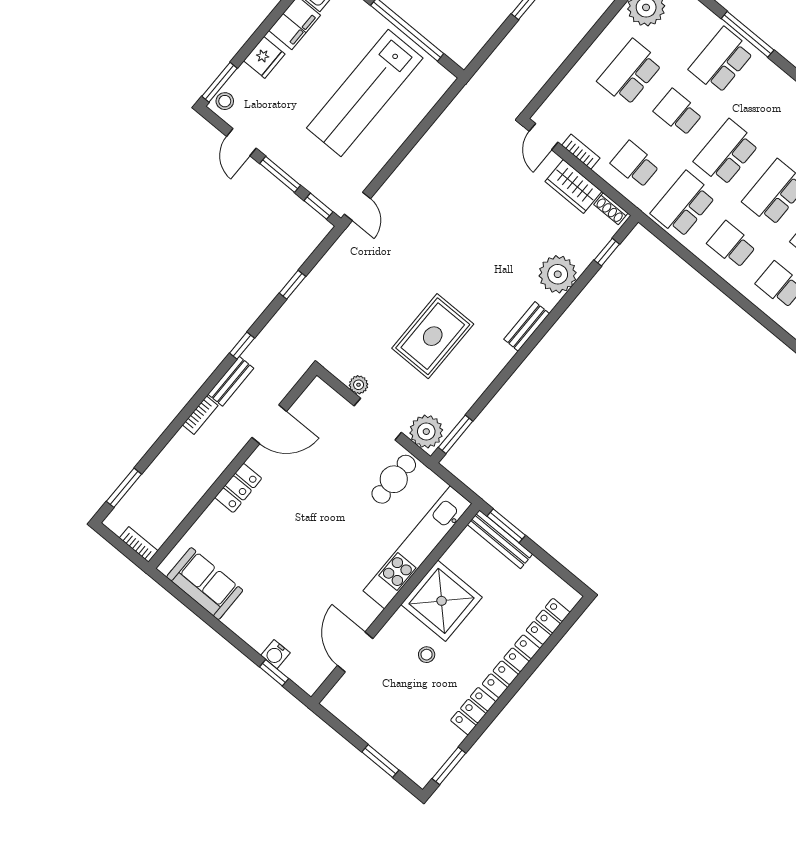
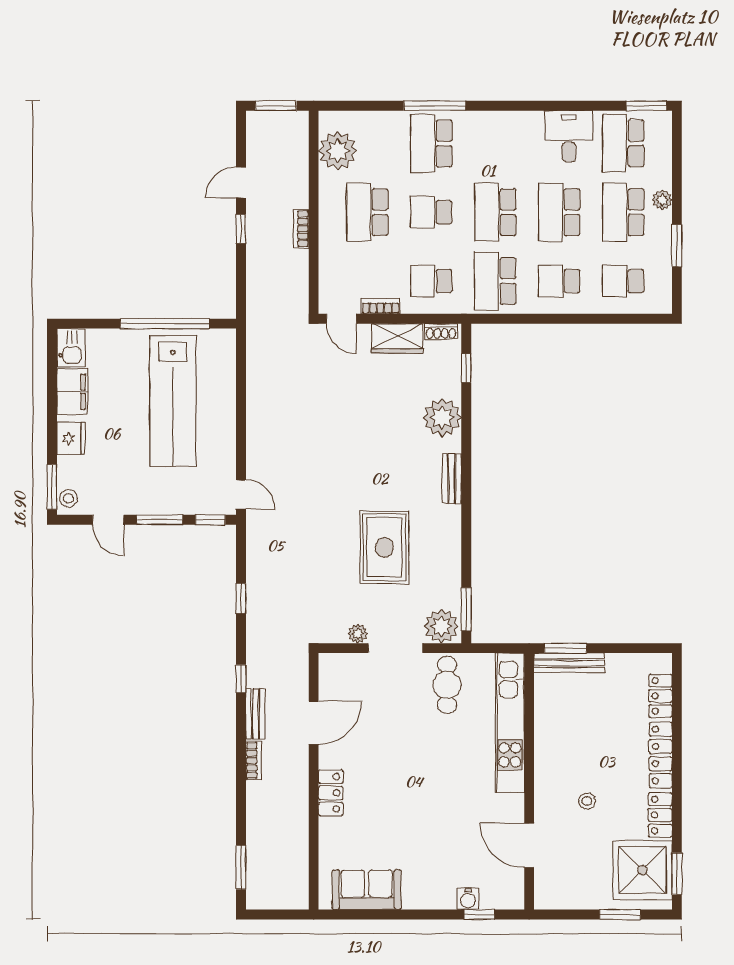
bookcase: (139, 544) -> (301, 229), moved, turned -90
shower: (442, 601) -> (642, 870), moved

